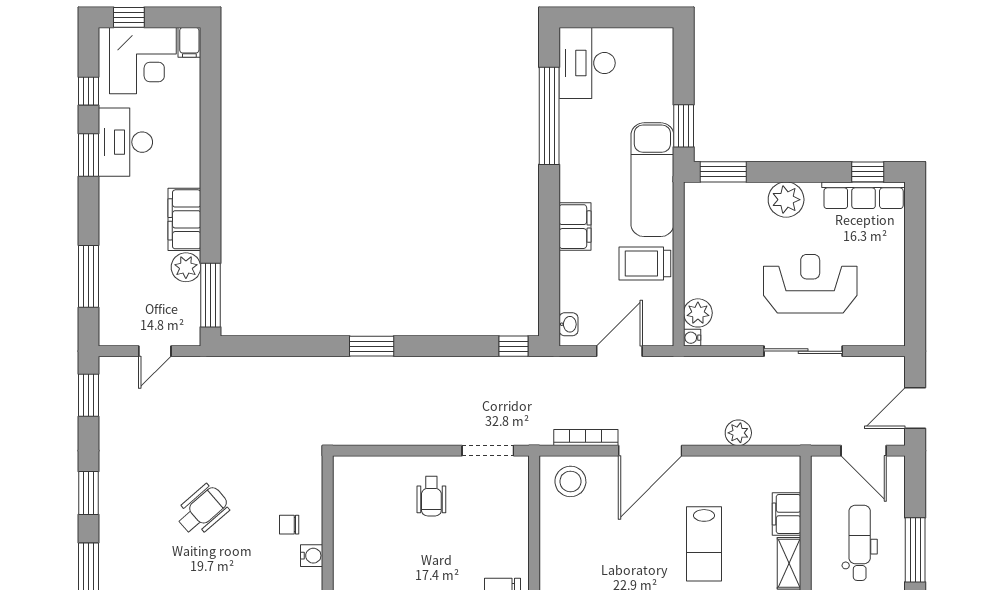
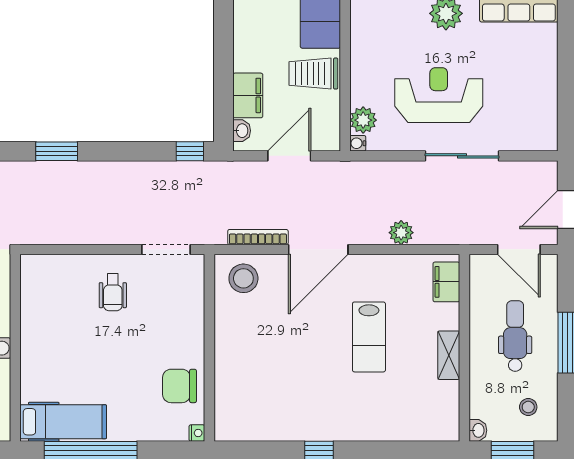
filing cabinet: (575, 227) -> (248, 95), moved
reception desk: (810, 284) -> (439, 95), moved
filing cabinet: (786, 514) -> (446, 282), moved

